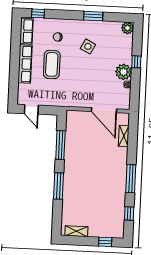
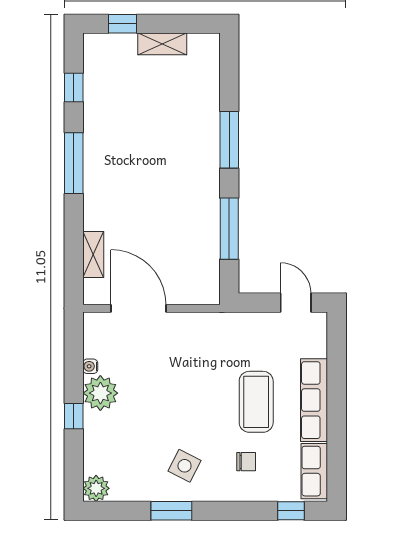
side table: (88, 46) -> (185, 466), moved
shelving: (76, 231) -> (162, 44), moved

